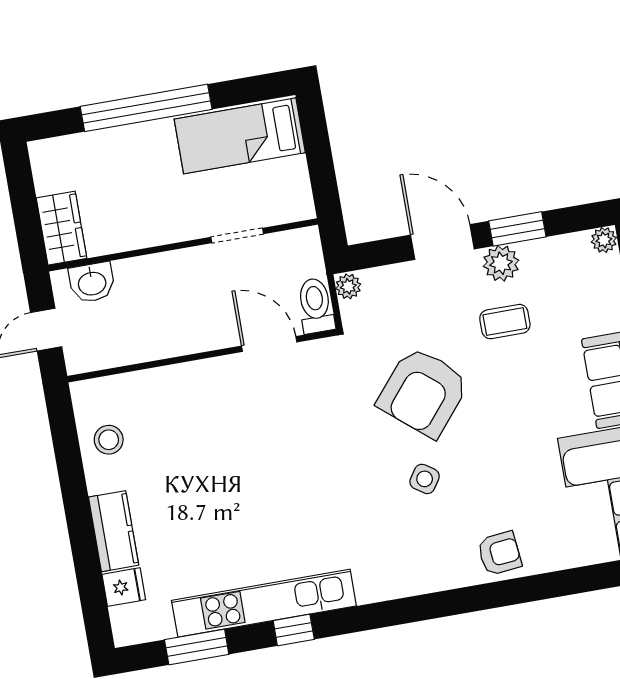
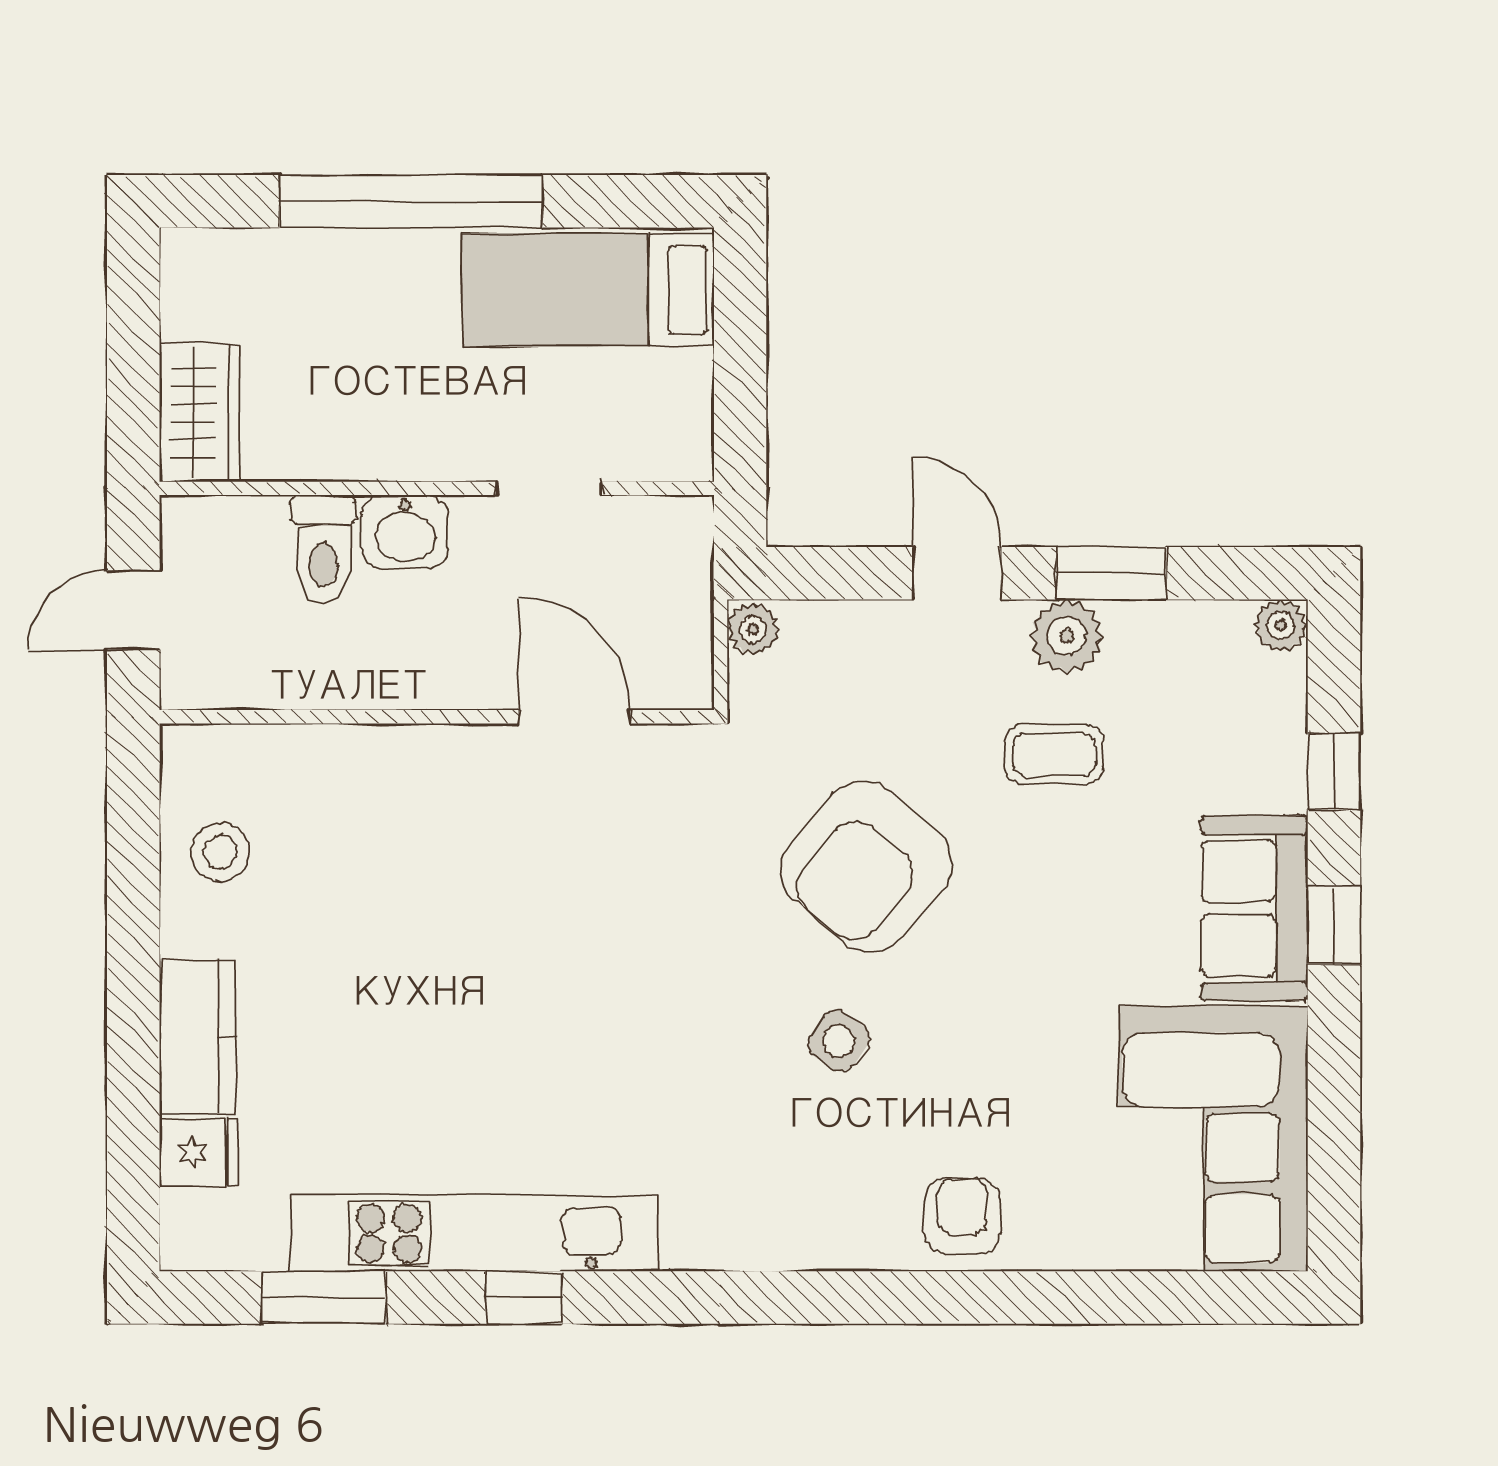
door: (442, 242) -> (957, 573), width x0.73
washbasin: (92, 283) -> (405, 532), moved
toilet: (316, 306) -> (323, 549), moved, turned 180
armchair: (499, 553) -> (962, 1216), turned -84

